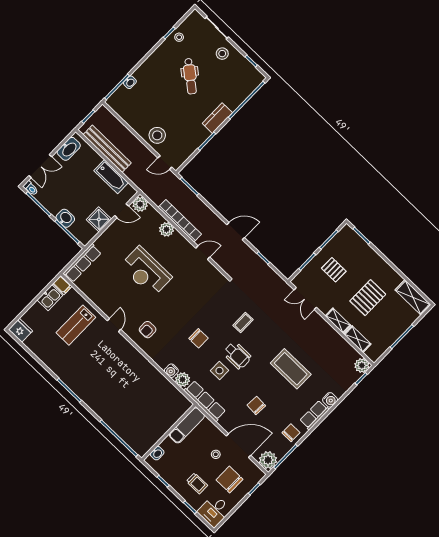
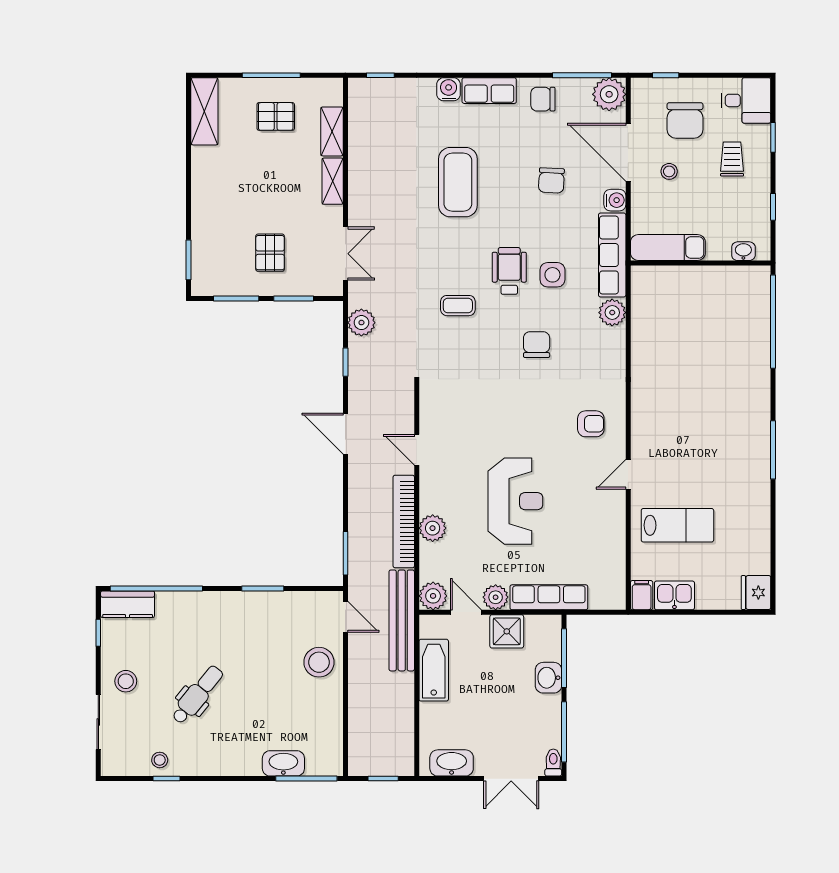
washbasin: (130, 82) -> (283, 763), width x1.91, depth x1.45
kitchen counter: (217, 118) -> (128, 604), moved
bench: (107, 149) -> (402, 620), moved
double door: (40, 166) -> (511, 779), swing flipped
plant: (116, 228) -> (496, 597), added
row of seats: (82, 263) -> (549, 597), moved
pallet: (368, 298) -> (276, 116), moved, width x0.67, depth x0.71
plant: (362, 365) -> (361, 323), moved
water cooler: (171, 371) -> (615, 200), moved

